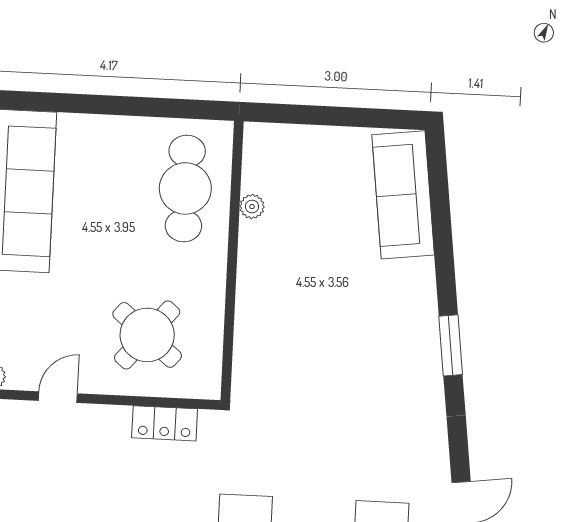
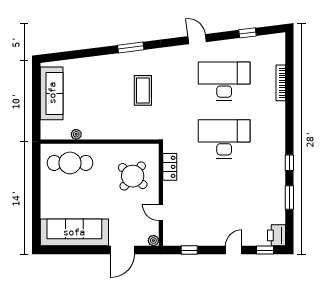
sofa: (403, 195) -> (52, 93), moved, turned -83
coffee table: (348, 369) -> (143, 90), added

